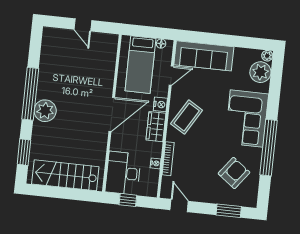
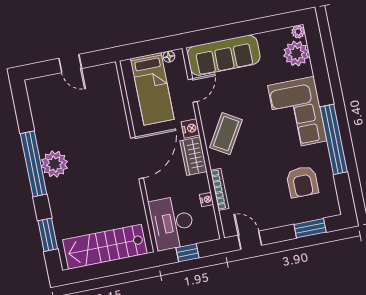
plant: (45, 111) -> (54, 164), moved
armchair: (234, 173) -> (302, 182), turned 143

